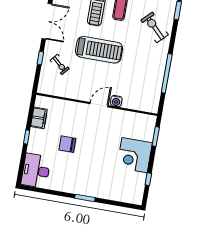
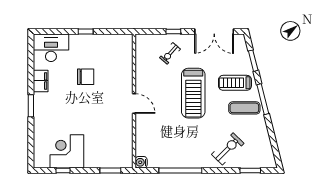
water cooler: (116, 101) -> (141, 162), moved
filing cabinet: (39, 118) -> (41, 81), moved, turned -90
chair: (67, 144) -> (86, 77), turned 90
corner desk: (135, 155) -> (67, 151), moved

